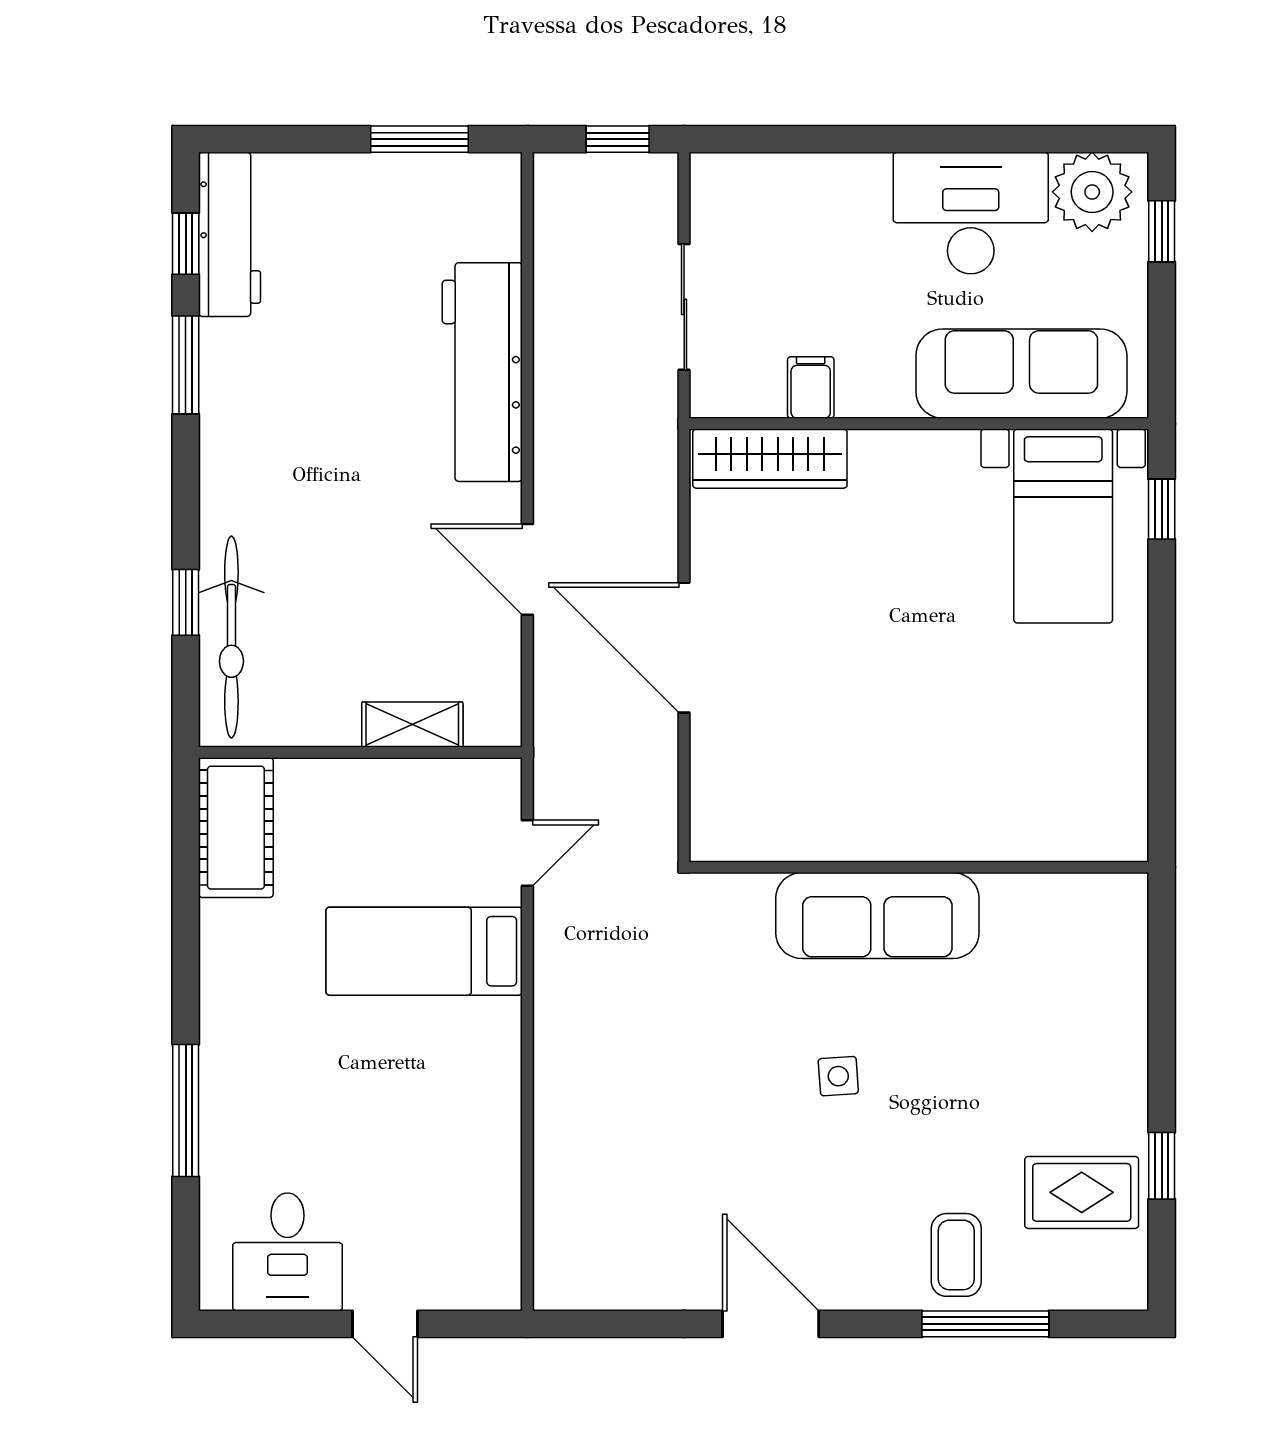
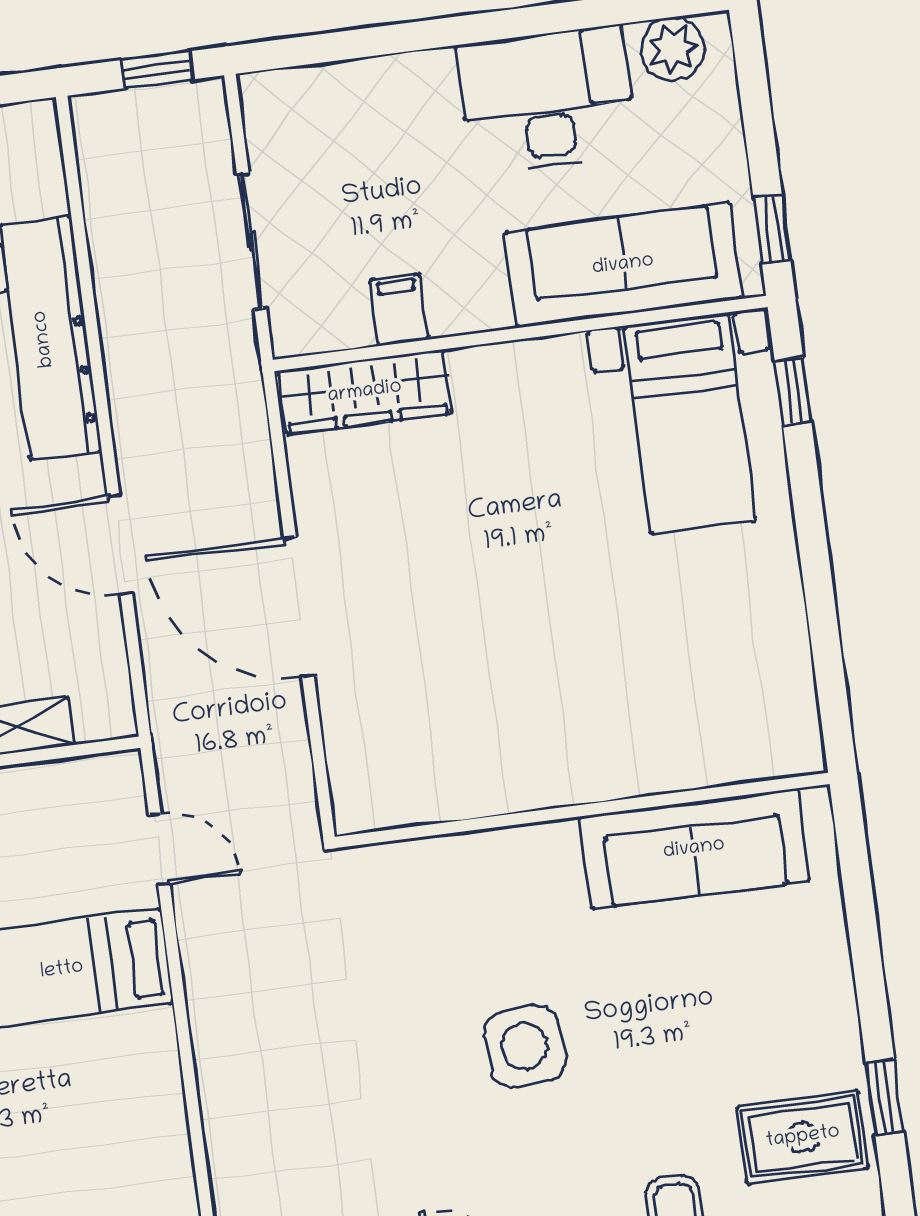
plant: (1092, 192) -> (673, 49), width x0.73, depth x0.73
window: (1162, 231) -> (772, 229), moved
door: (527, 853) -> (159, 850), hinge flipped
sofa: (877, 916) -> (694, 849), moved
side table: (838, 1076) -> (525, 1046), width x1.87, depth x1.87

